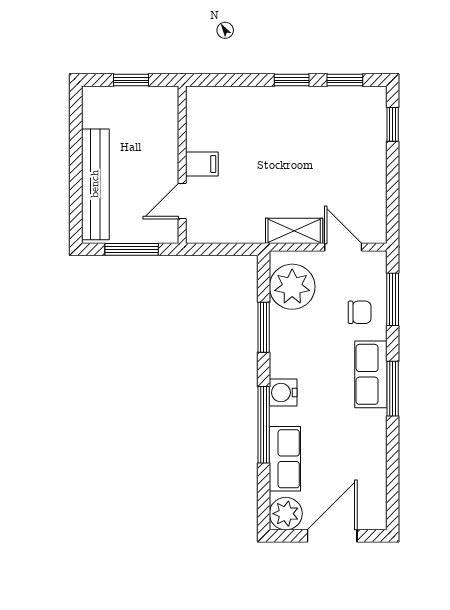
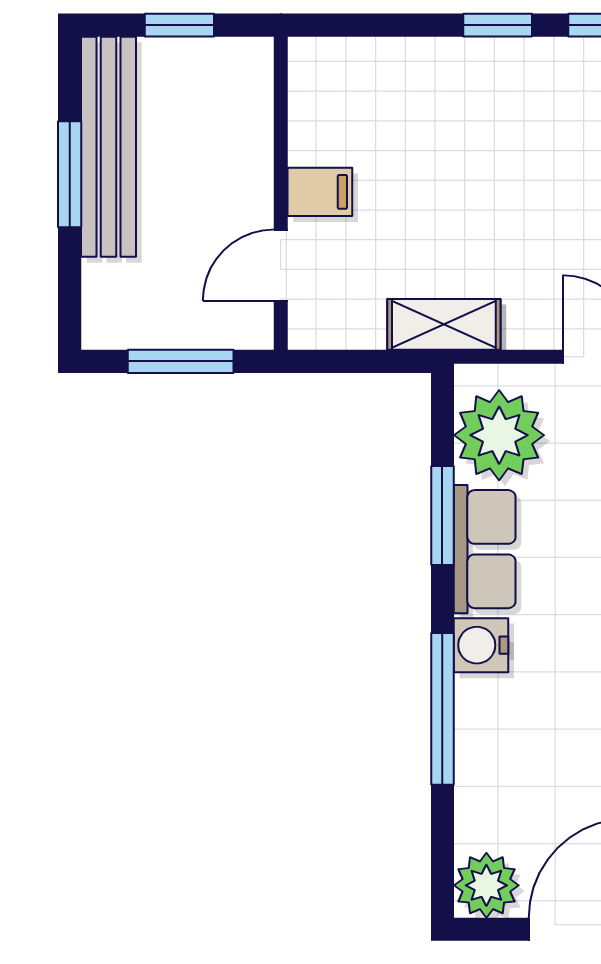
window: (76, 155) -> (70, 174), added
bench: (95, 184) -> (108, 147), moved
shelving: (294, 231) -> (444, 324), moved
row of seats: (285, 459) -> (485, 549), moved

